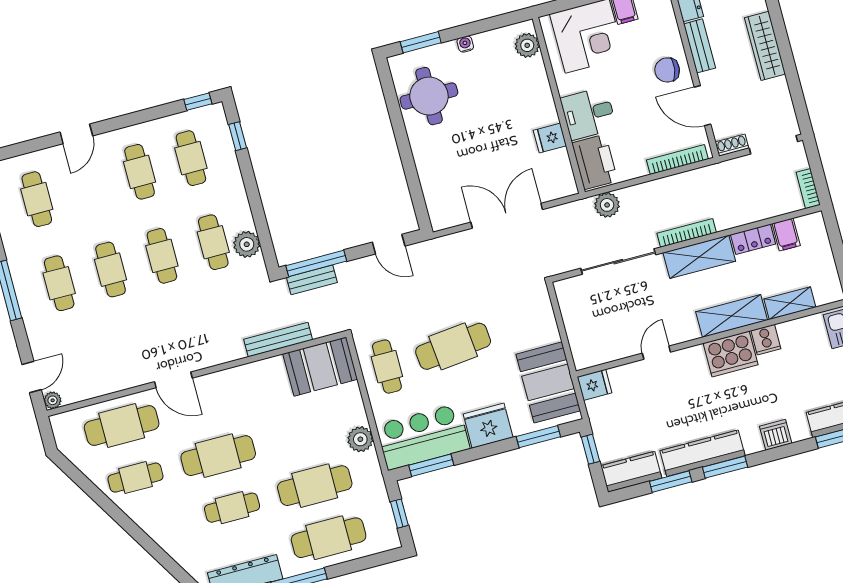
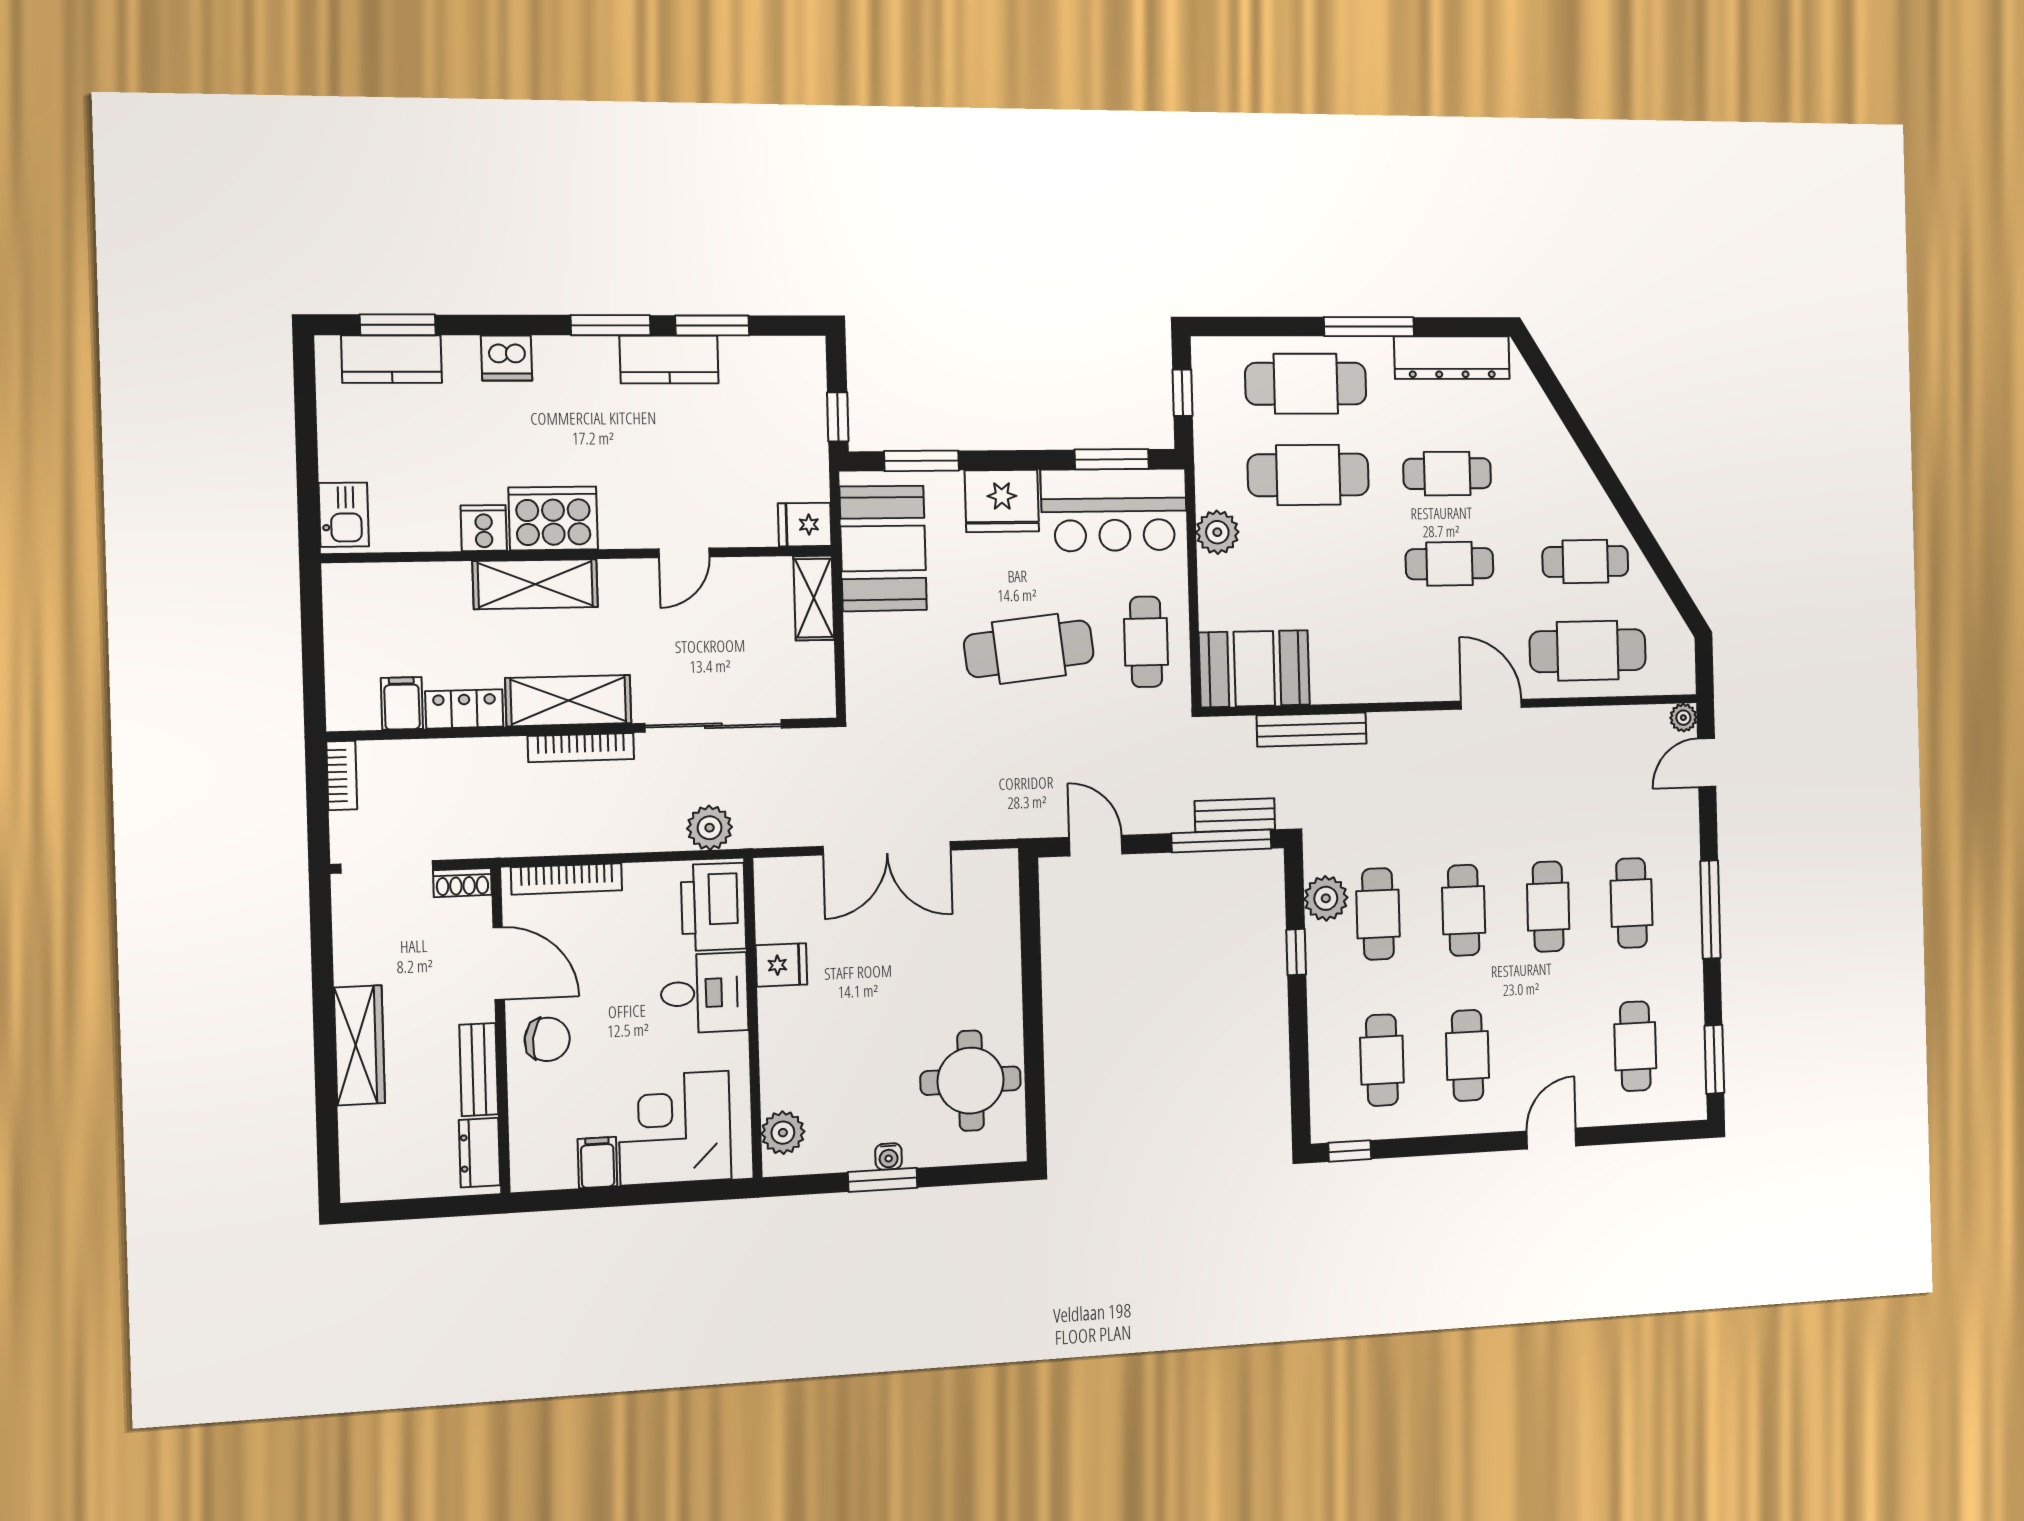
window: (421, 42) -> (883, 1180), moved
window: (238, 136) -> (1296, 952), moved
shelving: (790, 303) -> (814, 598), moved, turned 90
kitchen counter: (703, 453) -> (669, 359), width x0.67
cafe table: (218, 456) -> (1450, 564), width x0.73, depth x0.74
kitchen counter: (631, 472) -> (777, 360), removed

